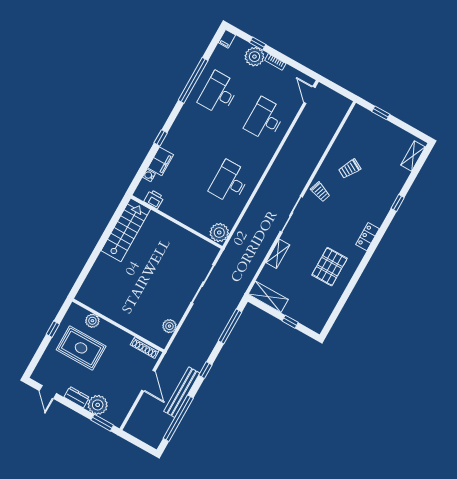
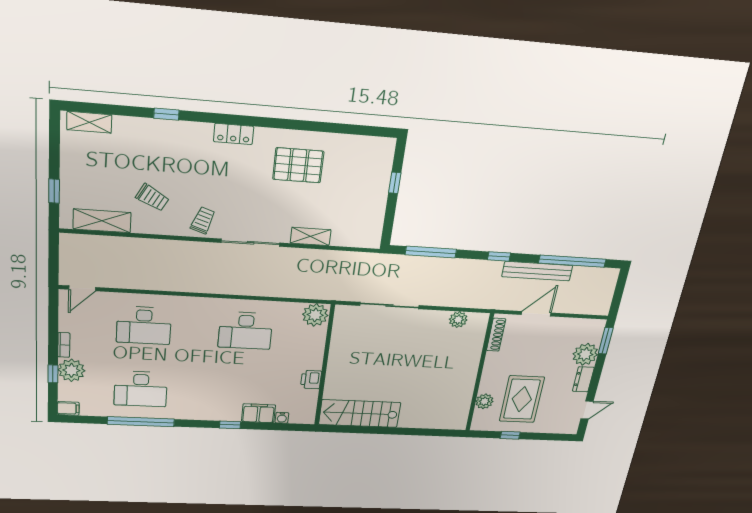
printer: (154, 199) -> (311, 380), moved
shelving: (268, 297) -> (102, 221), moved, turned 90

